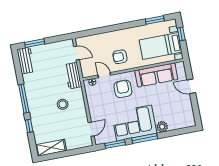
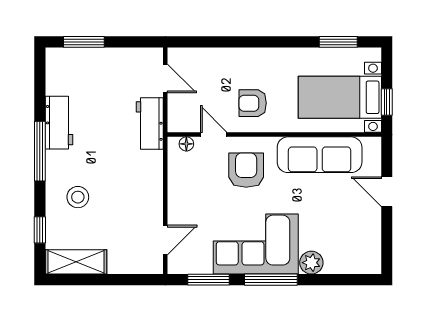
window: (181, 34) -> (387, 102), moved
workbench: (26, 60) -> (59, 123), moved
stool: (63, 104) -> (78, 197), moved
window: (29, 126) -> (40, 230), moved

